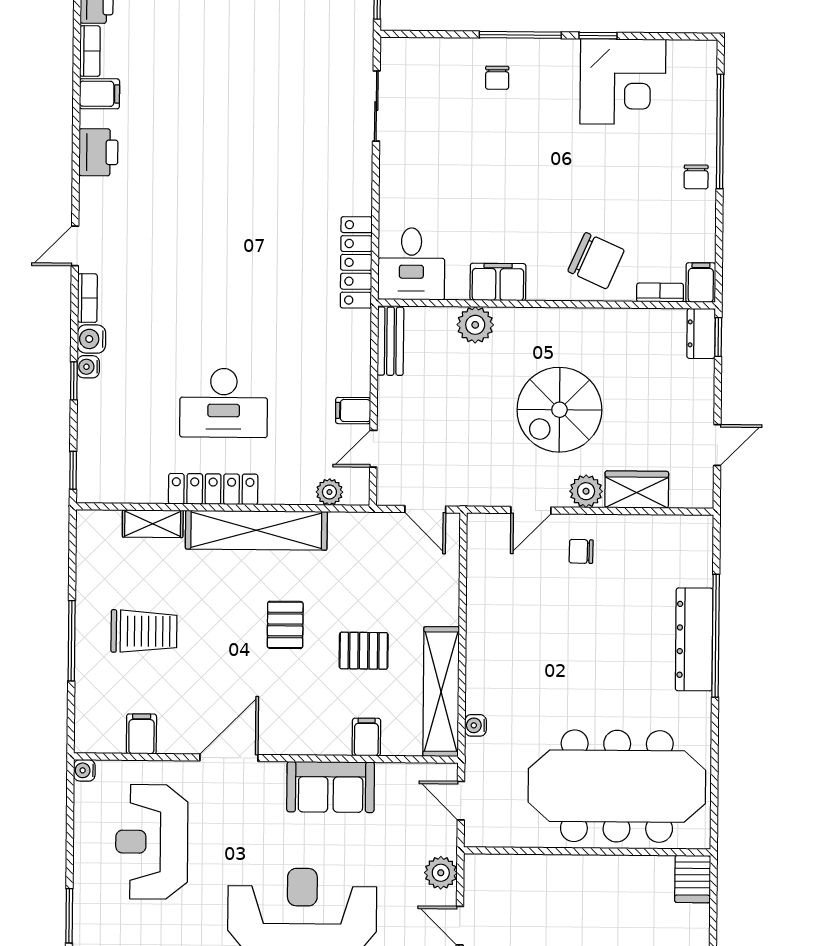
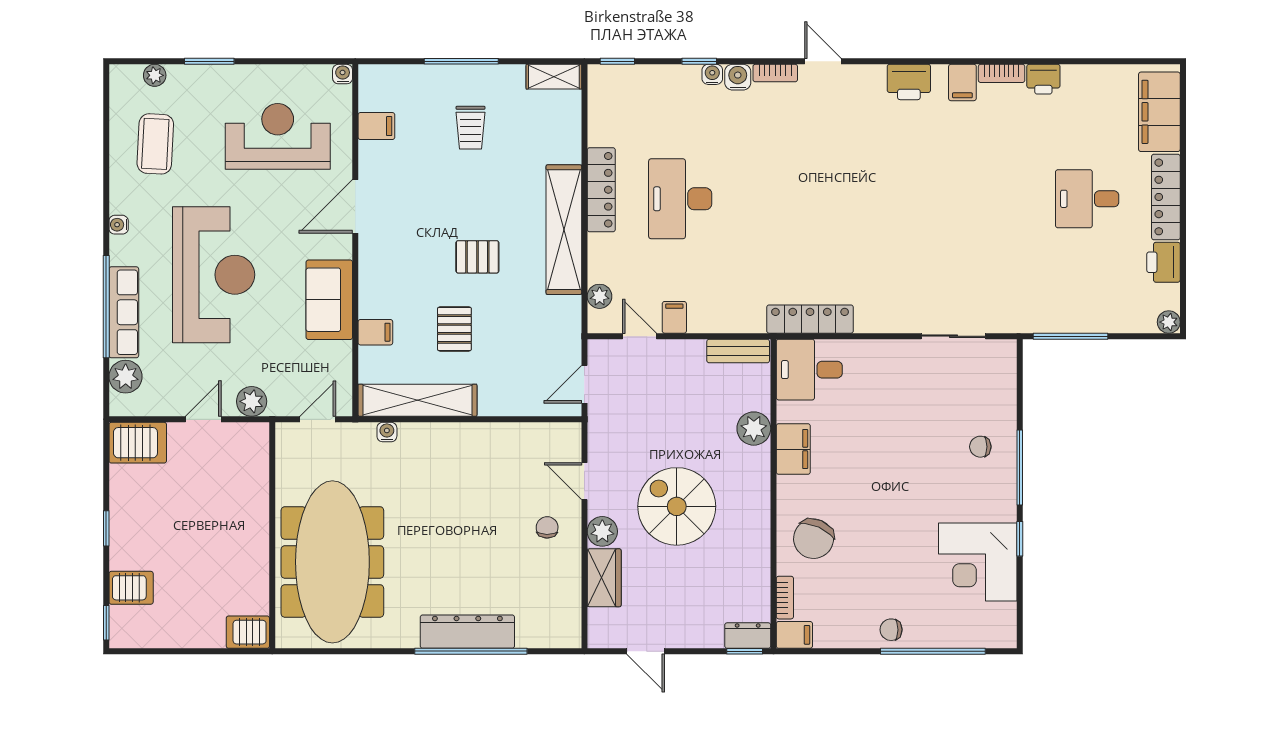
shelving: (153, 524) -> (554, 77), moved, turned 90
trolley: (144, 631) -> (471, 128), width x0.73, depth x0.72
door: (229, 758) -> (355, 206), swing flipped

